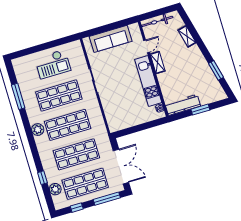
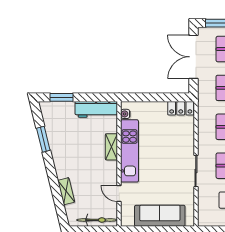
door: (147, 46) -> (119, 194), hinge flipped
shelving: (158, 63) -> (111, 147), moved
window: (200, 110) -> (62, 97), moved
locker: (119, 125) -> (181, 108), added

